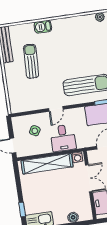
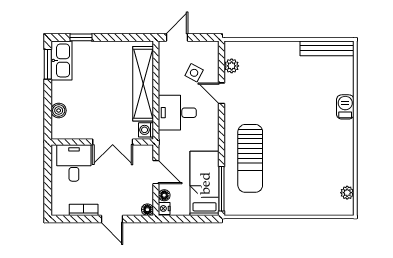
sun lounger: (31, 61) -> (297, 82), removed
plant: (27, 106) -> (232, 66), added
door: (56, 109) -> (222, 93), moved

